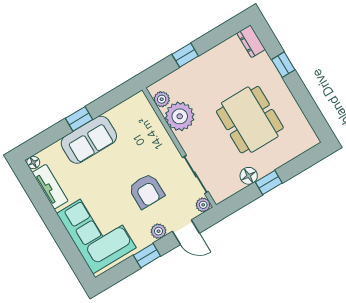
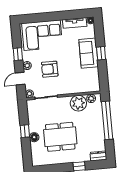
window: (185, 55) -> (107, 120), width x3.17
floor lamp: (249, 176) -> (34, 137), moved

